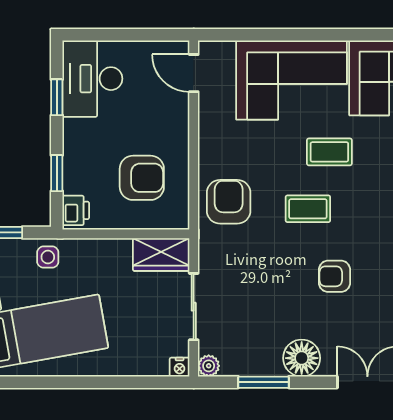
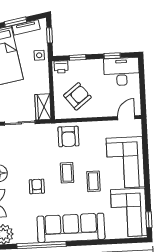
armchair: (142, 178) -> (77, 96), turned -128
armchair: (229, 202) -> (68, 136), turned 90

